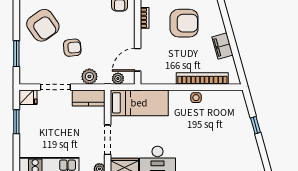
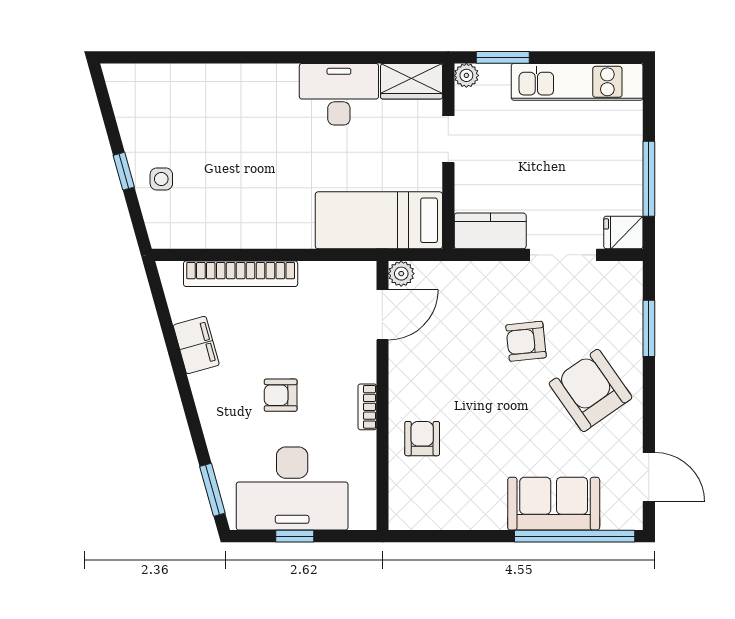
armchair: (184, 23) -> (281, 395), width x0.53, depth x0.53
plant: (89, 77) -> (488, 278), removed
plant: (118, 79) -> (401, 274), moved
side table: (196, 98) -> (161, 179), moved
window: (16, 122) -> (649, 179), width x1.44
doorway: (108, 140) -> (448, 139), width x0.73

